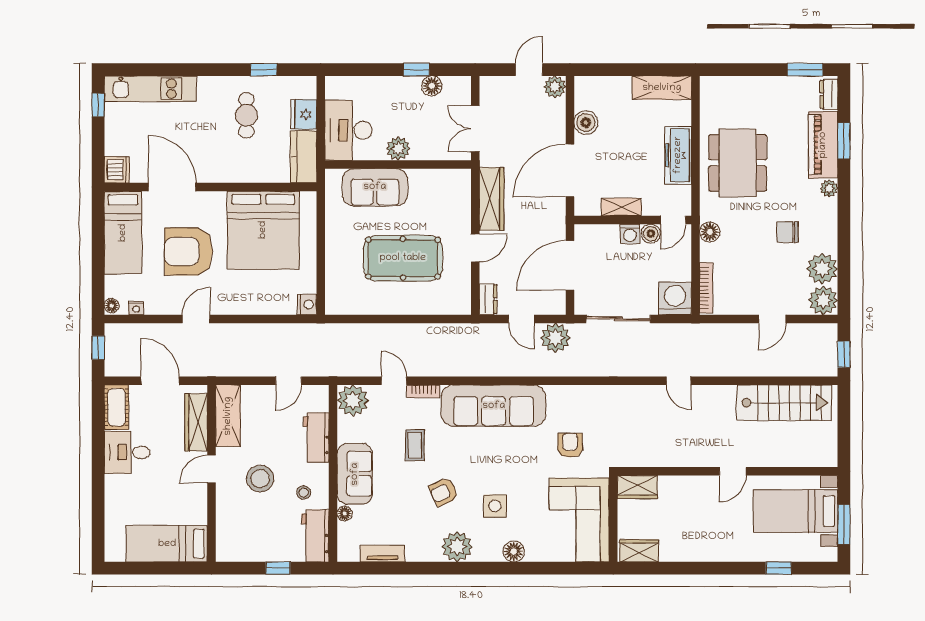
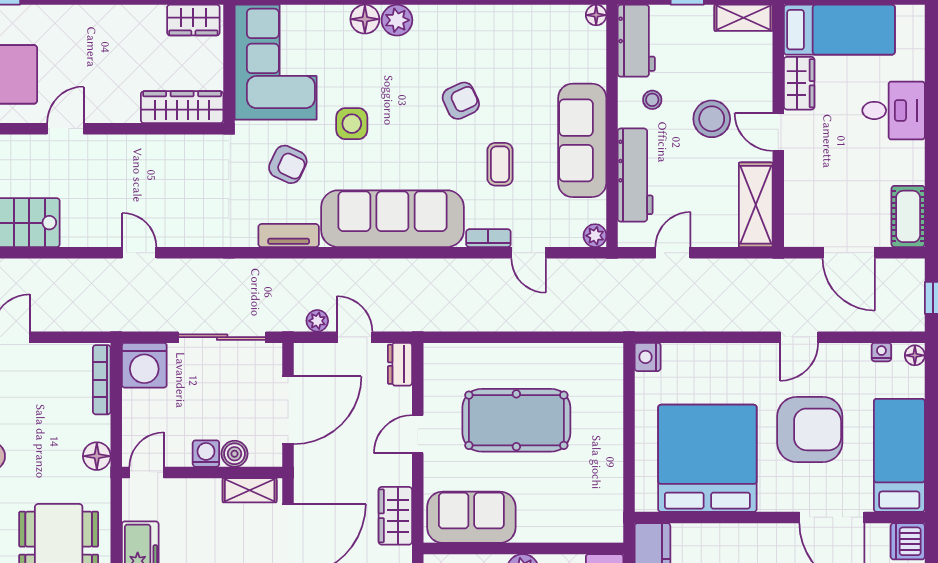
sofa: (375, 187) -> (471, 517), moved
wardrobe: (491, 199) -> (395, 516), width x0.67
shelving: (621, 207) -> (250, 490), moved
boiler: (651, 234) -> (235, 454), moved
plant: (555, 338) -> (317, 321), width x0.53, depth x0.53
plant: (353, 400) -> (595, 236), width x0.53, depth x0.53
wardrobe: (196, 422) -> (799, 83), moved, width x0.67
workbench: (316, 437) -> (635, 175), width x1.38
armchair: (570, 445) -> (288, 164), turned -65
desk: (127, 452) -> (894, 110), moved
door: (211, 469) -> (778, 132), swing flipped
sofa: (355, 474) -> (582, 140), width x1.36
wardrobe: (637, 487) -> (182, 107), width x1.50
side table: (495, 506) -> (352, 124), moved
floor lamp: (345, 513) -> (596, 15), moved
plant: (457, 547) -> (397, 20), moved, width x0.73, depth x0.73
shelving: (237, 552) -> (744, 18), added
tv unit: (382, 554) -> (289, 236), moved, turned 180

